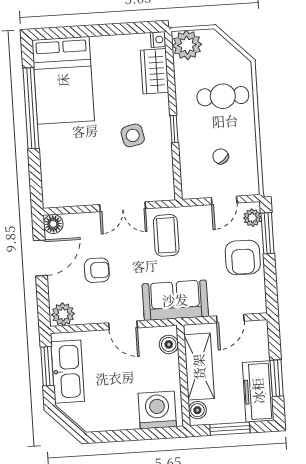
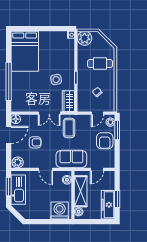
wardrobe: (154, 71) -> (68, 101), moved
window: (31, 108) -> (9, 81), moved
window: (230, 429) -> (93, 222), removed

